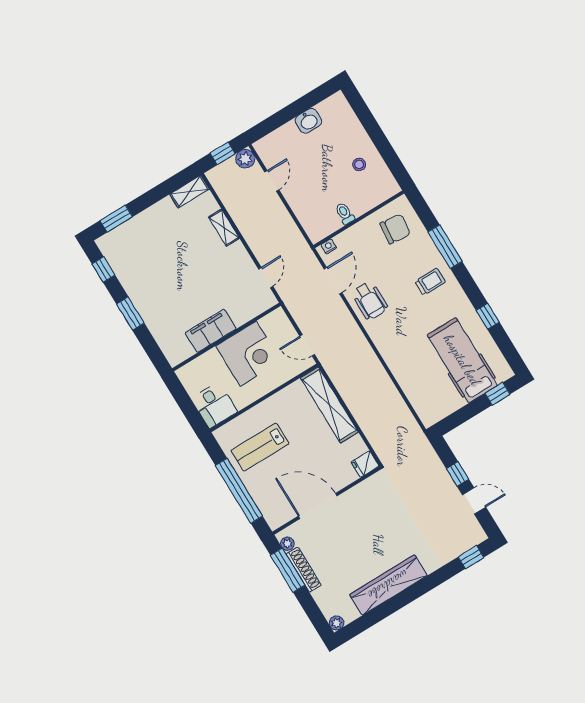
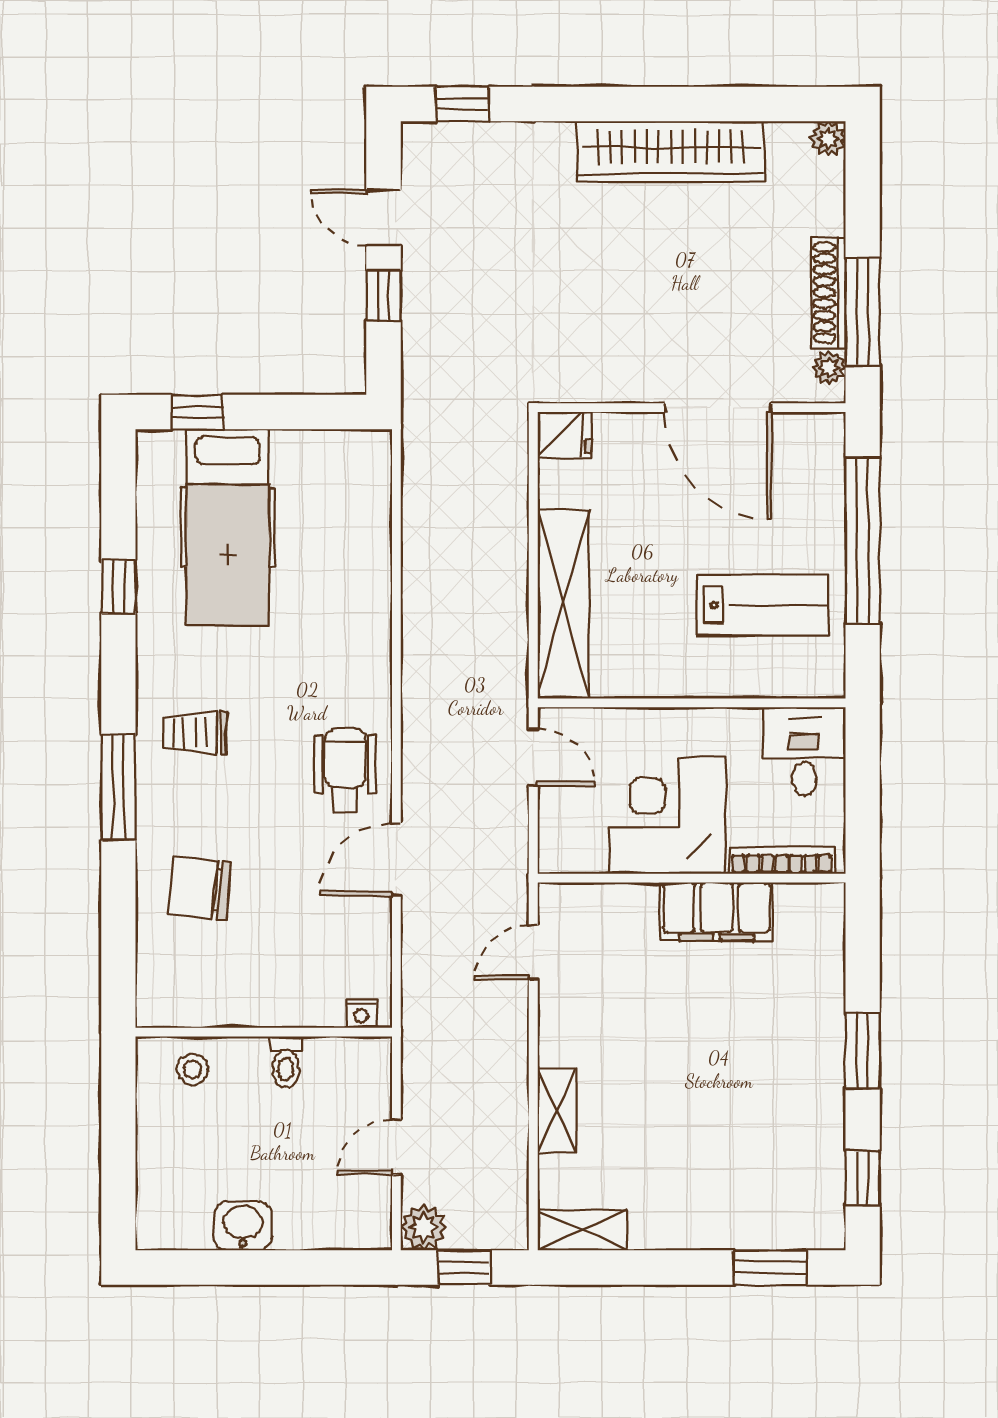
toilet: (345, 214) -> (286, 1062), moved
wall: (359, 219) -> (264, 1032), moved
nightstand: (329, 246) -> (361, 1014), moved
bookcase: (199, 362) -> (782, 860), added

